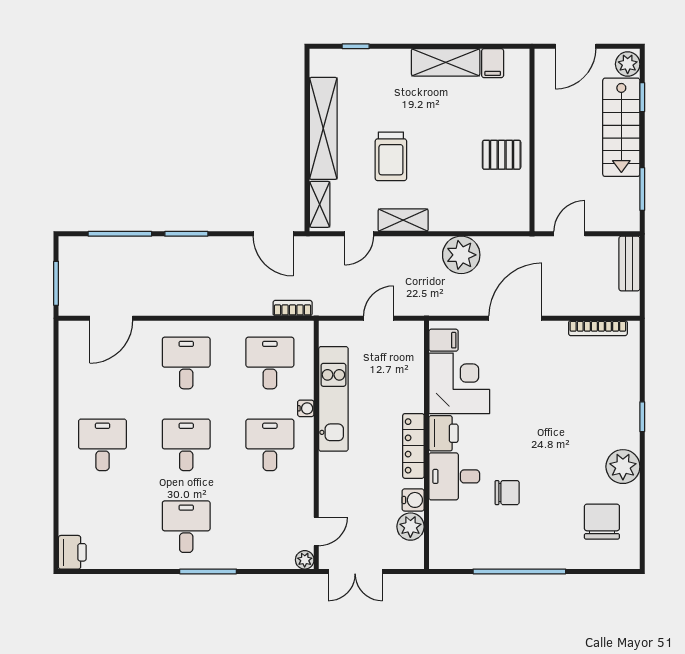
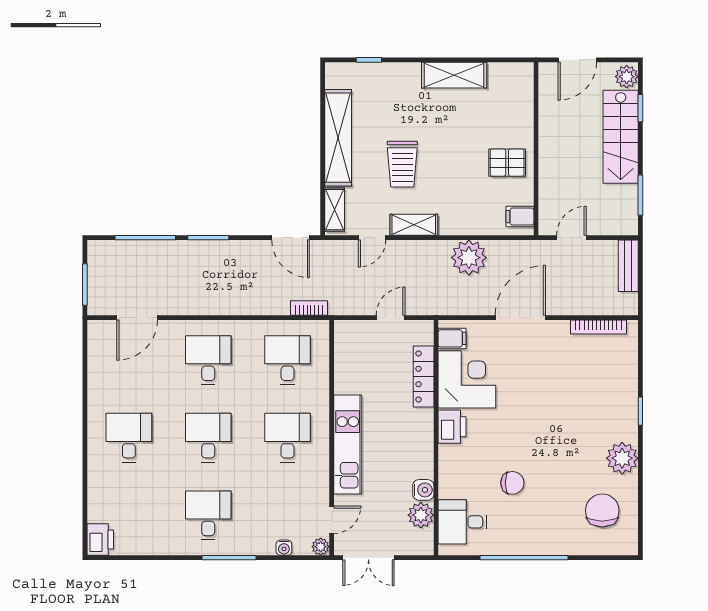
filing cabinet: (493, 63) -> (520, 217), moved, turned 90
kitchen unit: (333, 399) -> (348, 444), moved
water cooler: (306, 408) -> (284, 548), moved, turned 90
locker: (413, 446) -> (424, 376), moved
desk: (454, 476) -> (462, 522), moved

